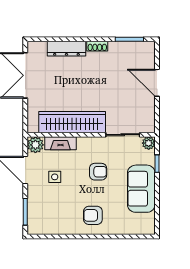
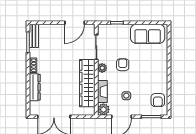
bench: (139, 47) -> (34, 36), added
door: (157, 83) -> (75, 23), moved
plant: (149, 143) -> (102, 68), moved
sofa: (141, 189) -> (148, 34), moved
armchair: (93, 215) -> (158, 100), moved

